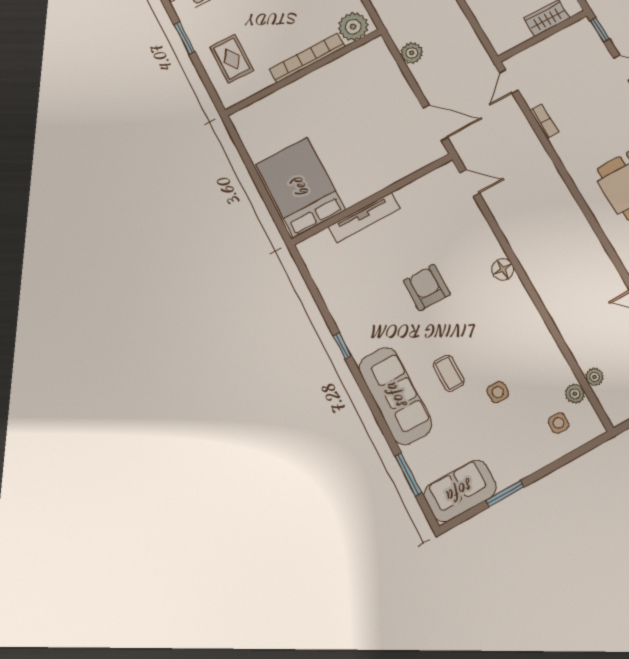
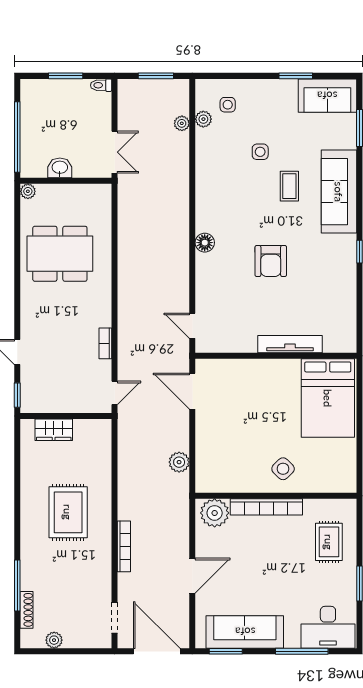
side table: (310, 100) -> (283, 469), added

